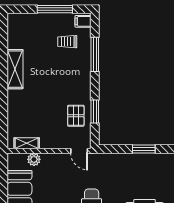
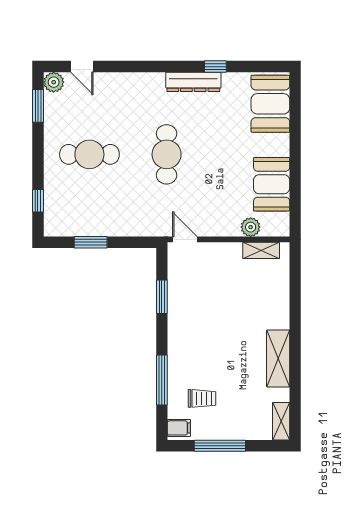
shelving: (13, 26) -> (281, 421), added
pallet: (76, 116) -> (189, 291), removed

